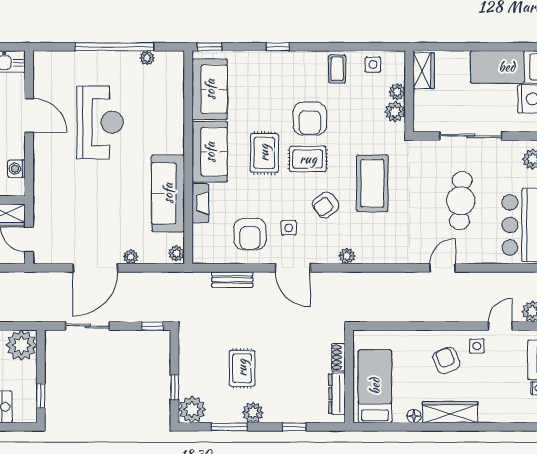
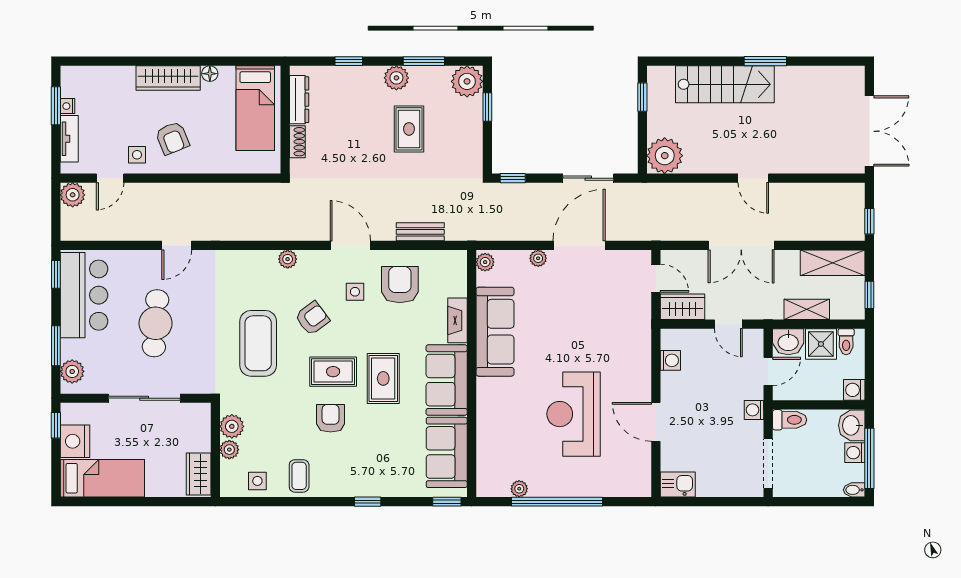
armchair: (310, 119) -> (331, 418), width x0.72, depth x0.72

